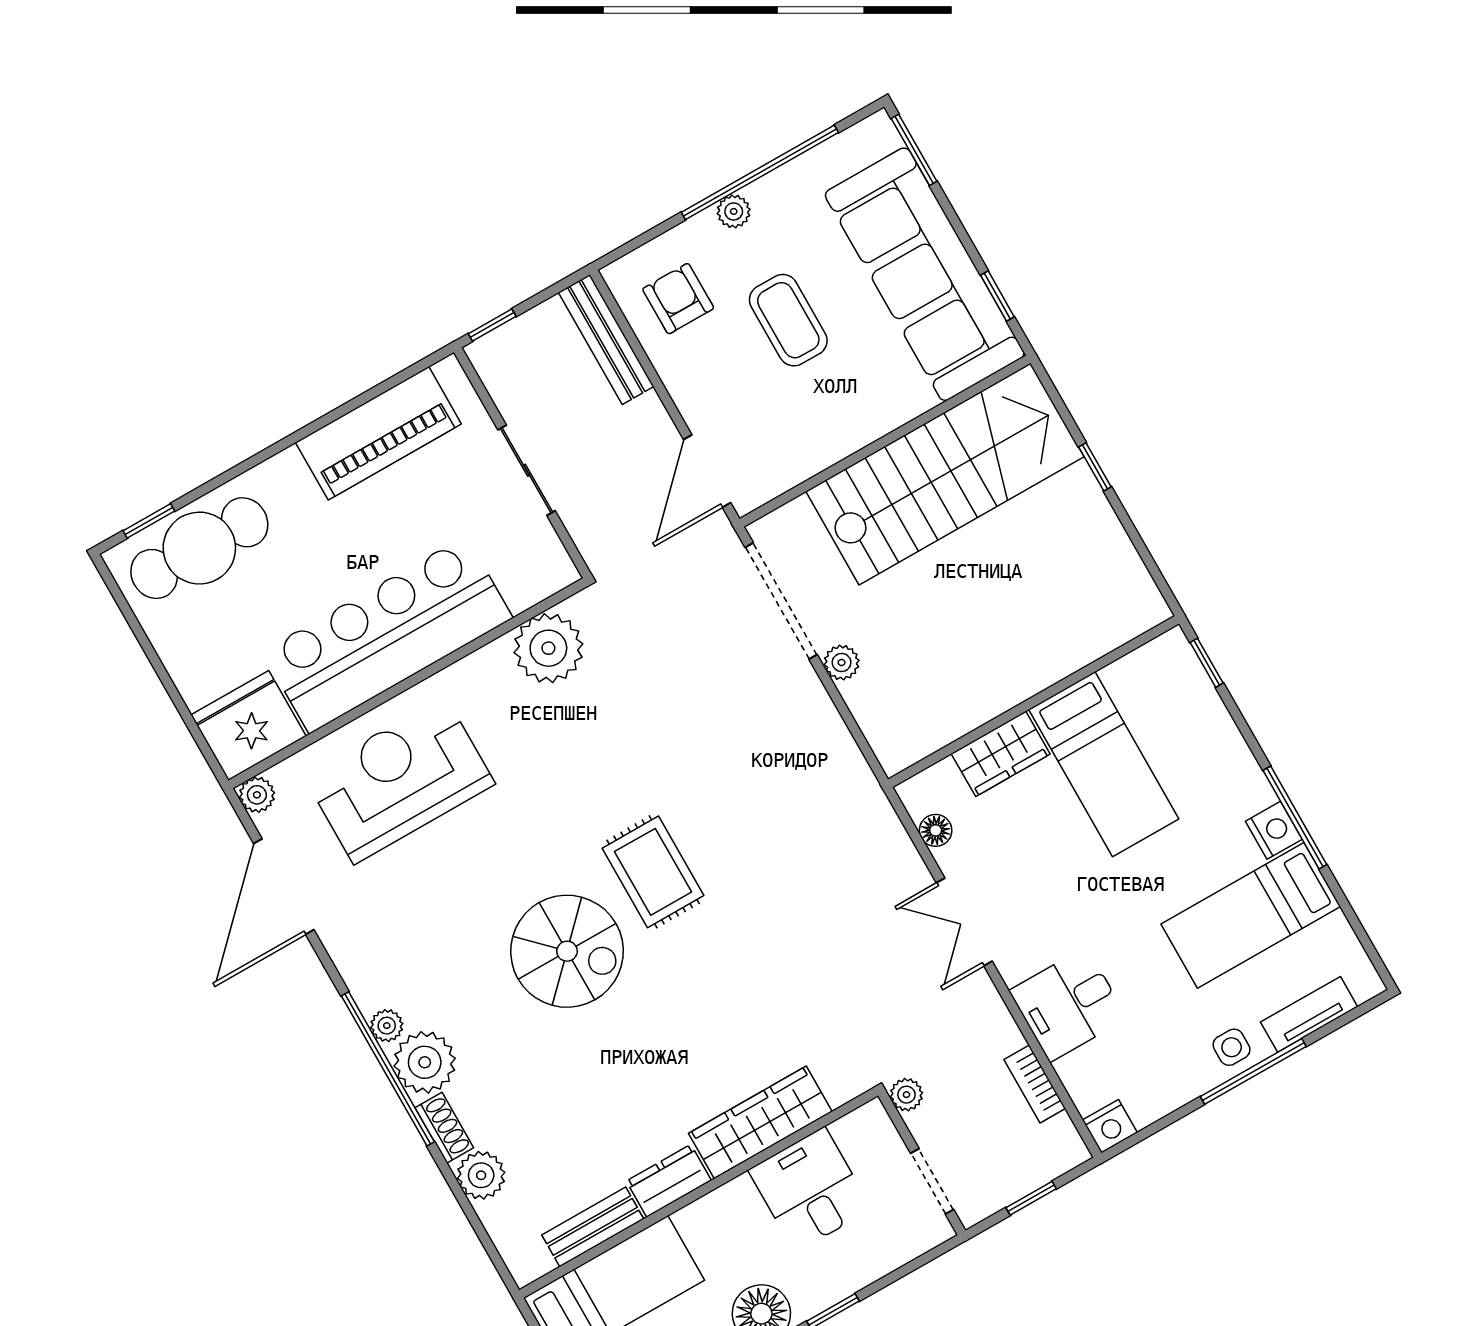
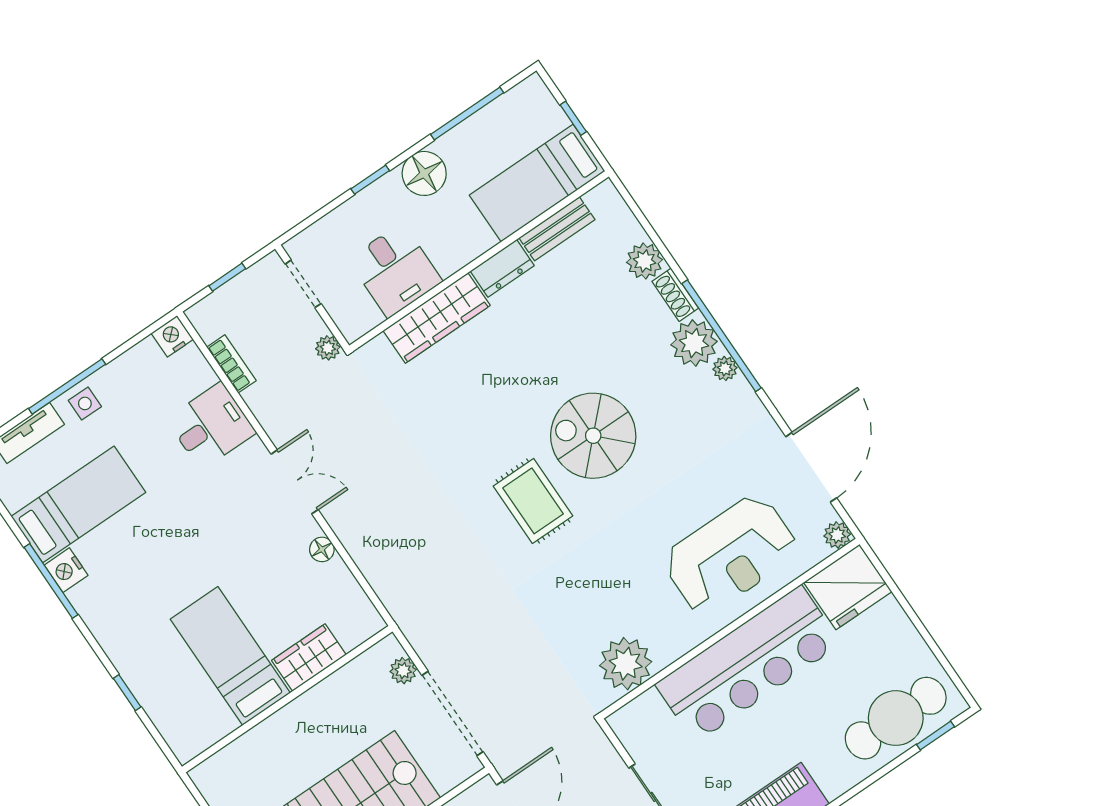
wall: (1034, 702) -> (287, 699), moved
wardrobe: (1001, 754) -> (309, 658), moved
bed: (1104, 764) -> (230, 656), moved

